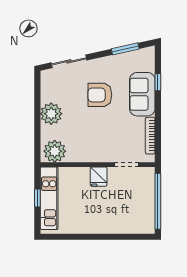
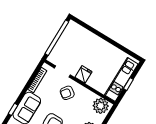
armchair: (105, 142) -> (67, 93), added

